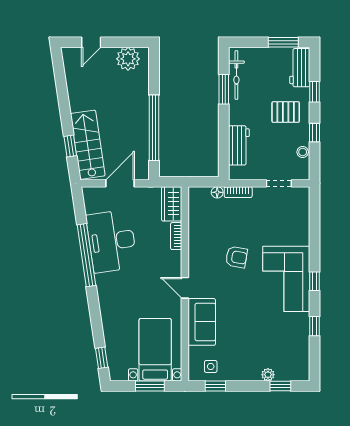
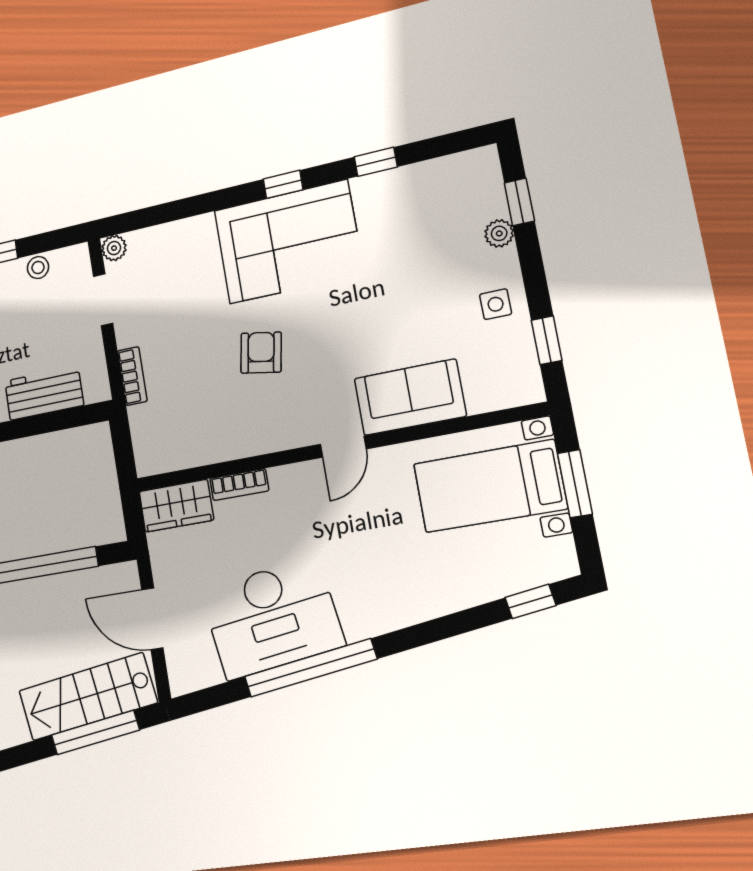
window: (70, 146) -> (95, 733), width x2.17
floor lamp: (217, 192) -> (139, 418), removed
plant: (303, 193) -> (114, 248), added
side table: (211, 366) -> (496, 304), moved

